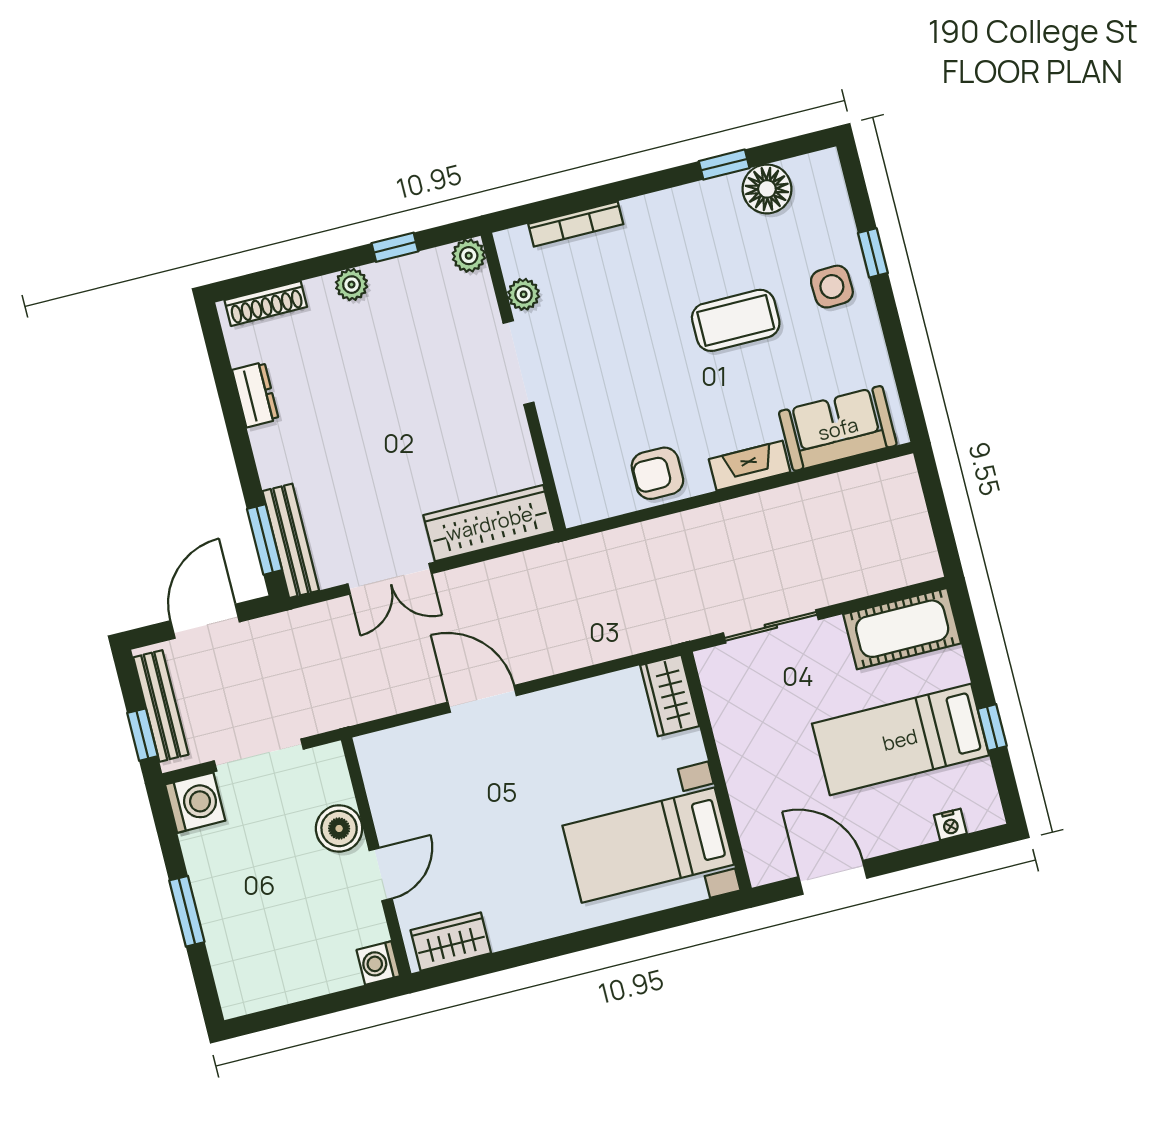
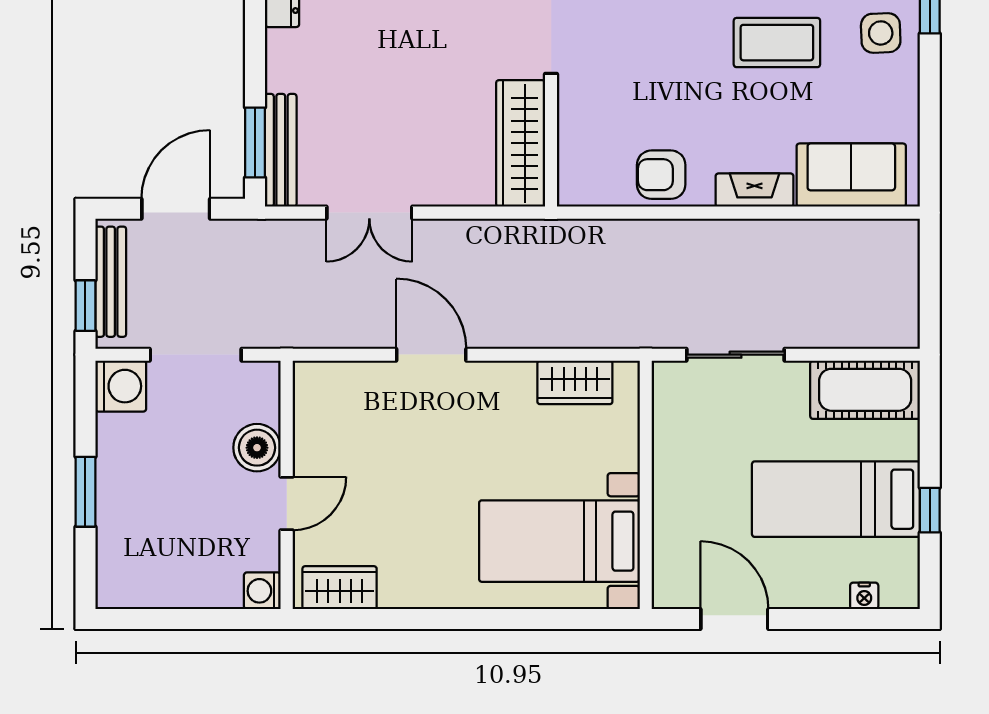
wardrobe: (489, 523) -> (521, 143), moved, turned -90
wardrobe: (670, 696) -> (575, 382), moved, turned -90

